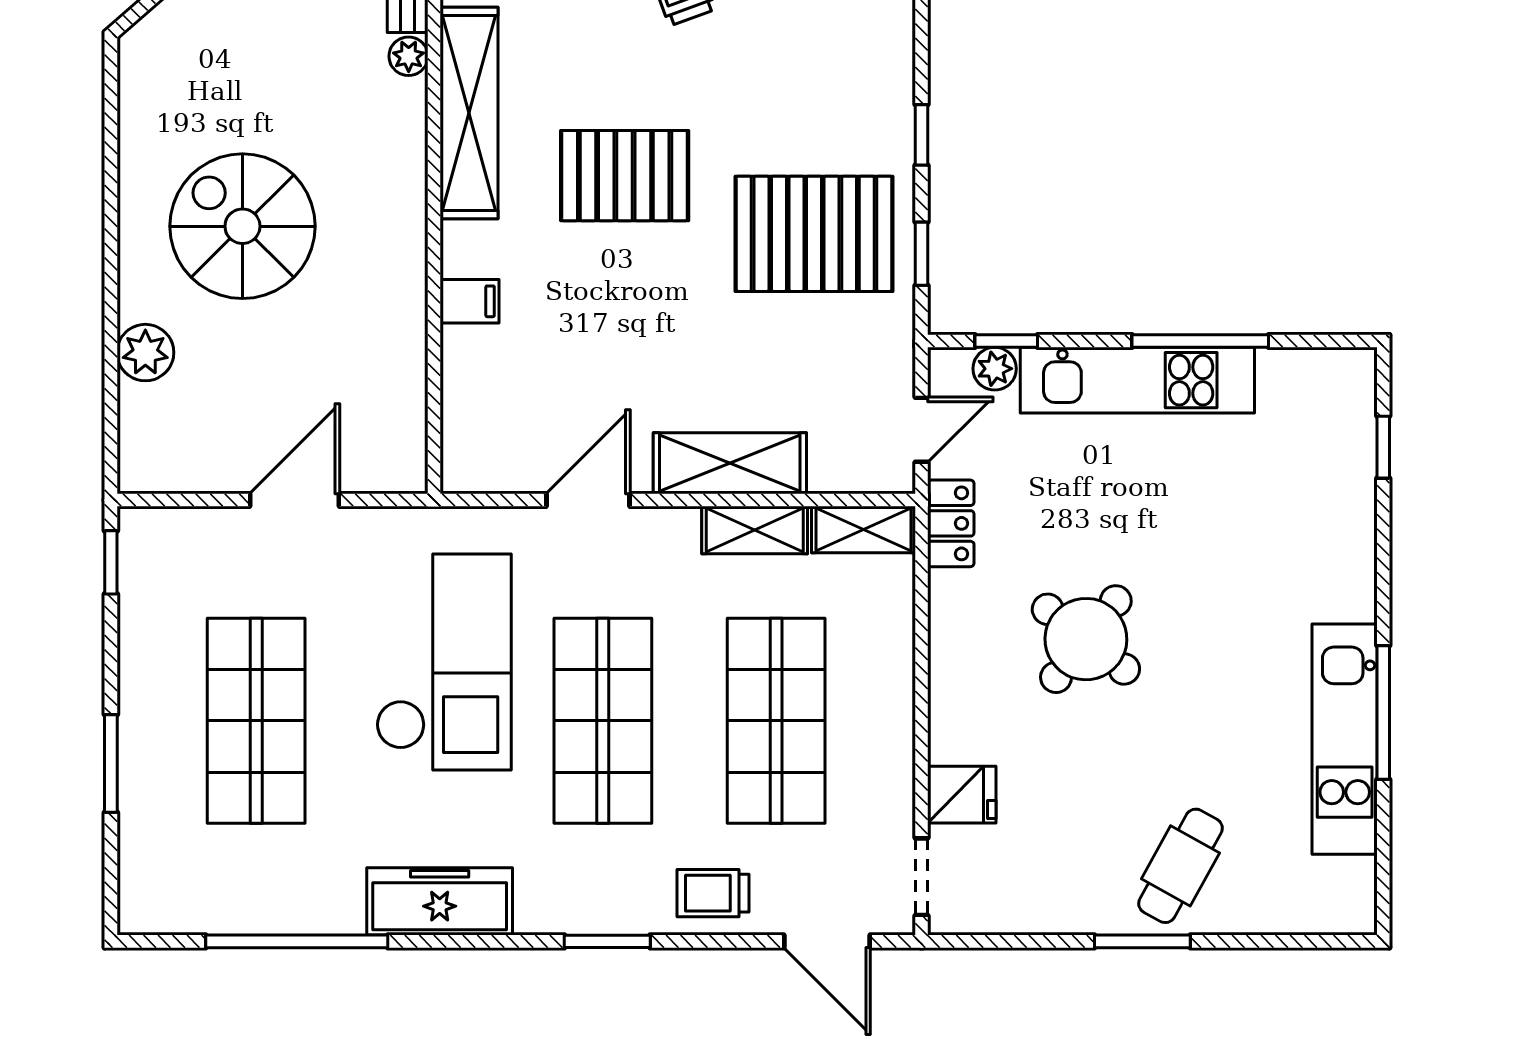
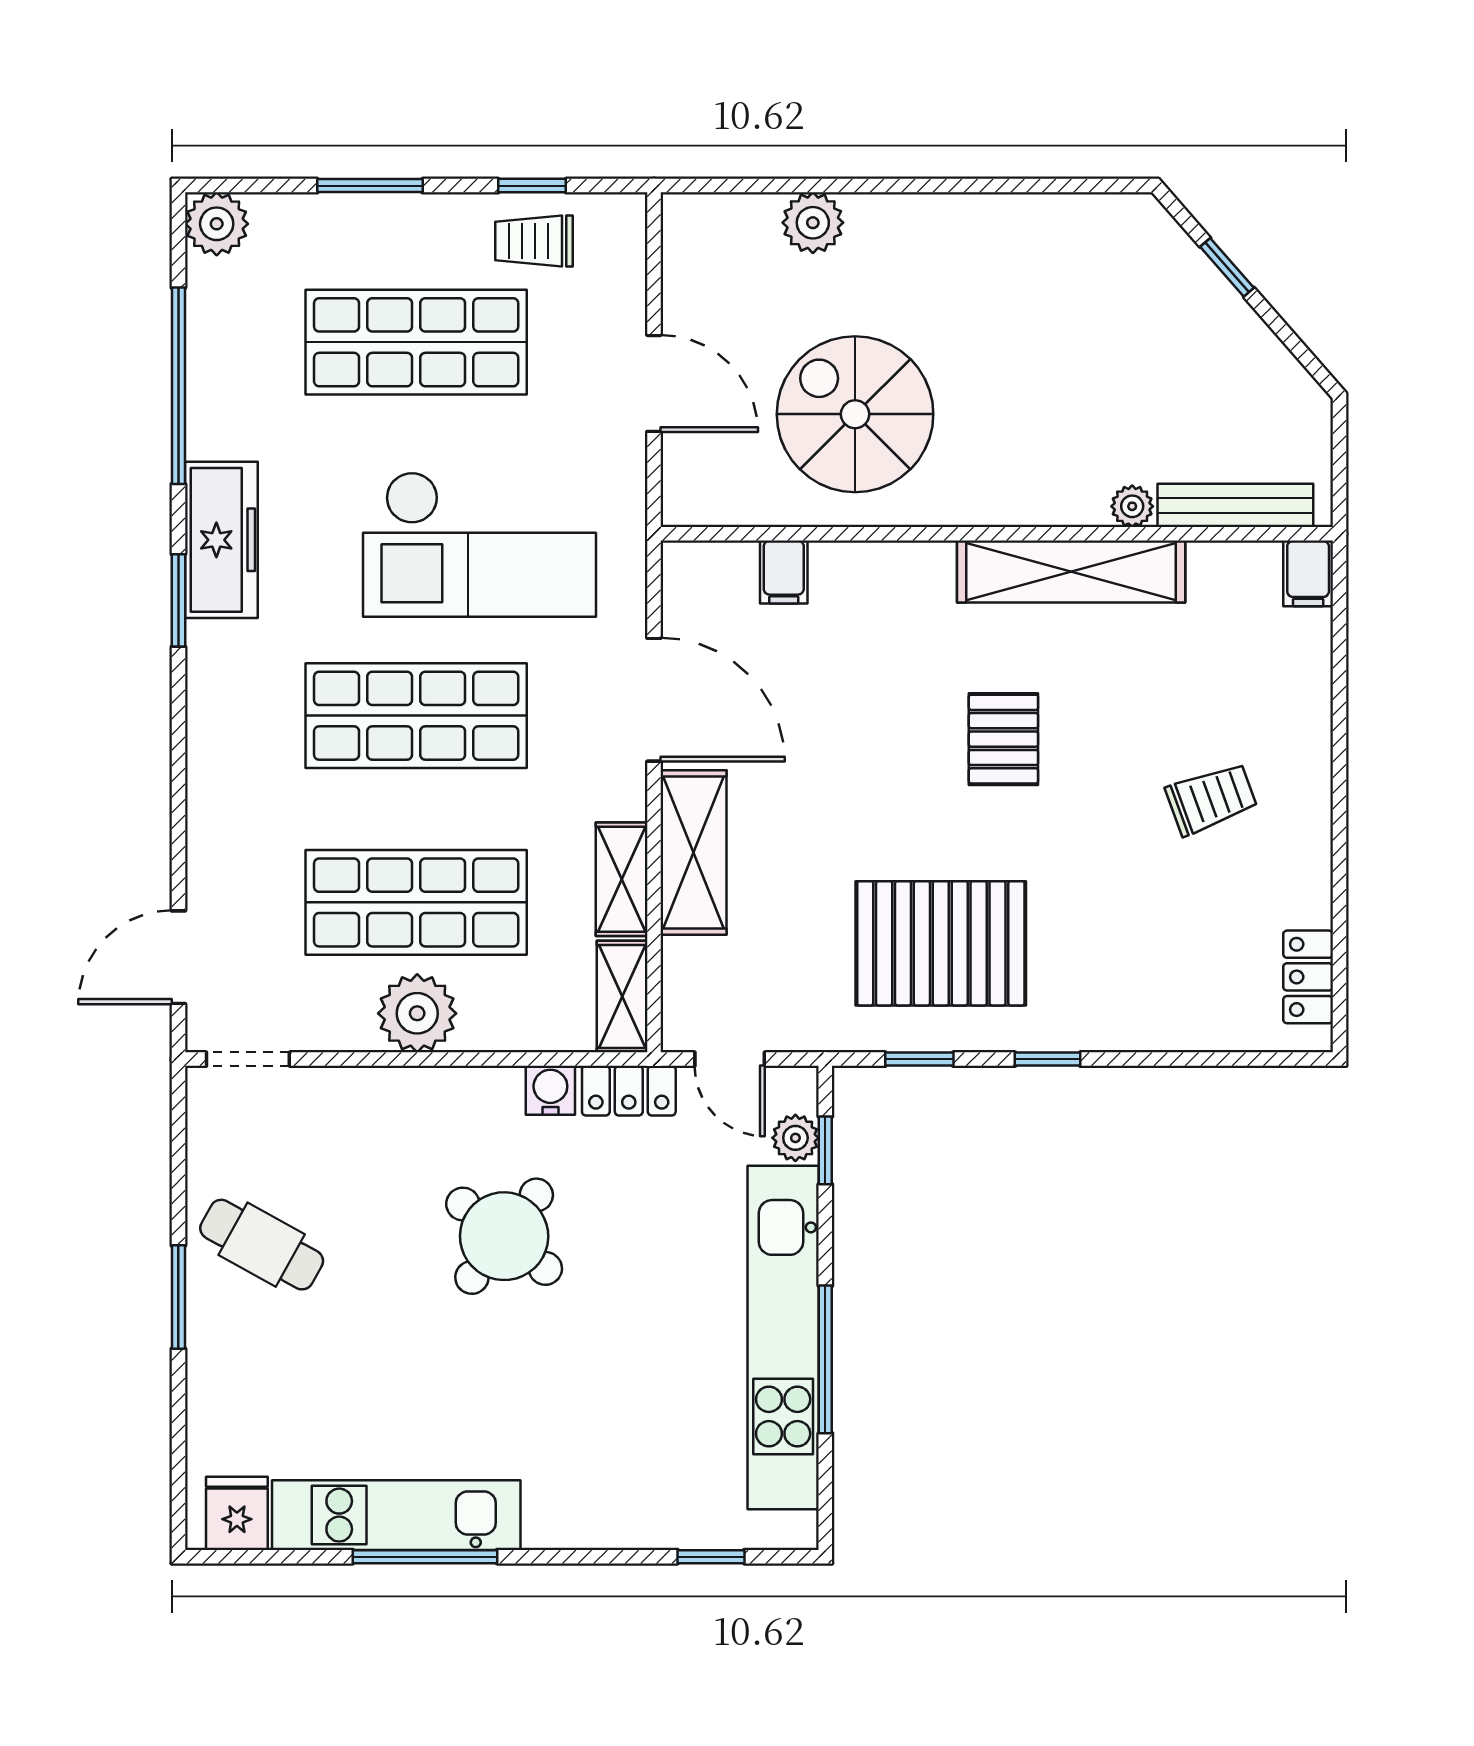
pallet: (625, 176) -> (1003, 739), width x0.67, depth x0.71
spiral stairs: (242, 226) -> (855, 414), moved, turned -90
pallet: (814, 234) -> (941, 943), turned 90
filing cabinet: (470, 301) -> (784, 572), moved
kitchen unit: (1137, 380) -> (783, 1337), width x1.36
door: (588, 500) -> (654, 700), width x1.36
window: (111, 562) -> (532, 186), moved
water cooler: (950, 596) -> (550, 1090), added
plant: (879, 720) -> (417, 1013), added
fridge: (962, 795) -> (237, 1513), moved, turned 180
cafe table: (1180, 866) -> (262, 1245), moved
trolley: (713, 893) -> (534, 241), moved, turned -90
plant: (146, 906) -> (217, 224), added
window: (607, 941) -> (178, 600), moved

